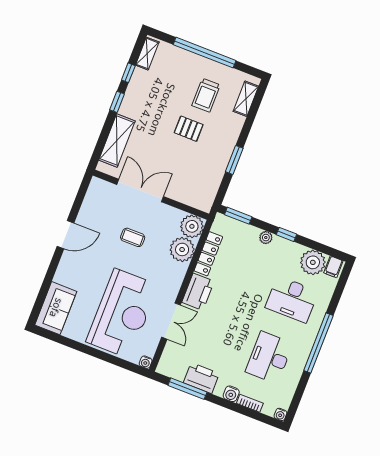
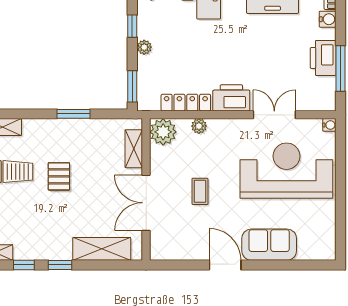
shelving: (187, 197) -> (134, 149), added
plant: (182, 249) -> (199, 126), width x0.53, depth x0.53
sofa: (56, 308) -> (269, 245), moved

